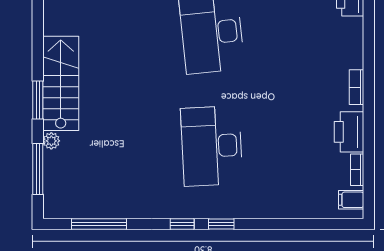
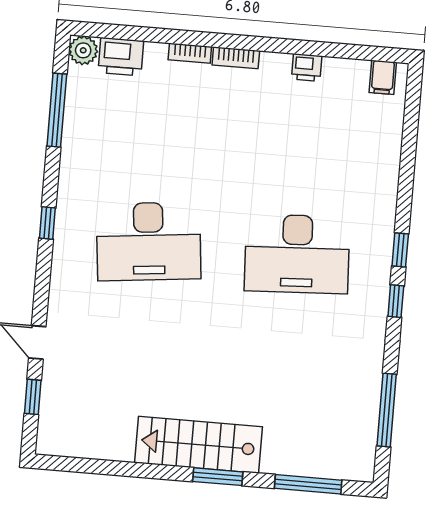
printer: (349, 132) -> (307, 67), width x0.53, depth x0.68
plant: (51, 141) -> (273, 463), removed
bookcase: (357, 170) -> (190, 53), moved

